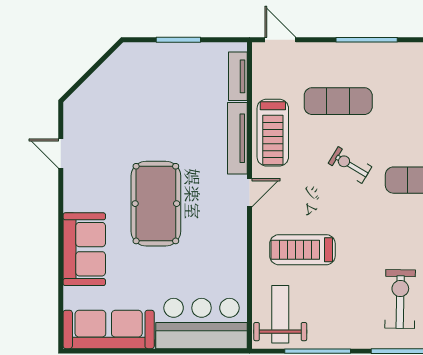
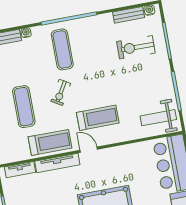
treadmill: (302, 250) -> (98, 118), moved, turned -90

